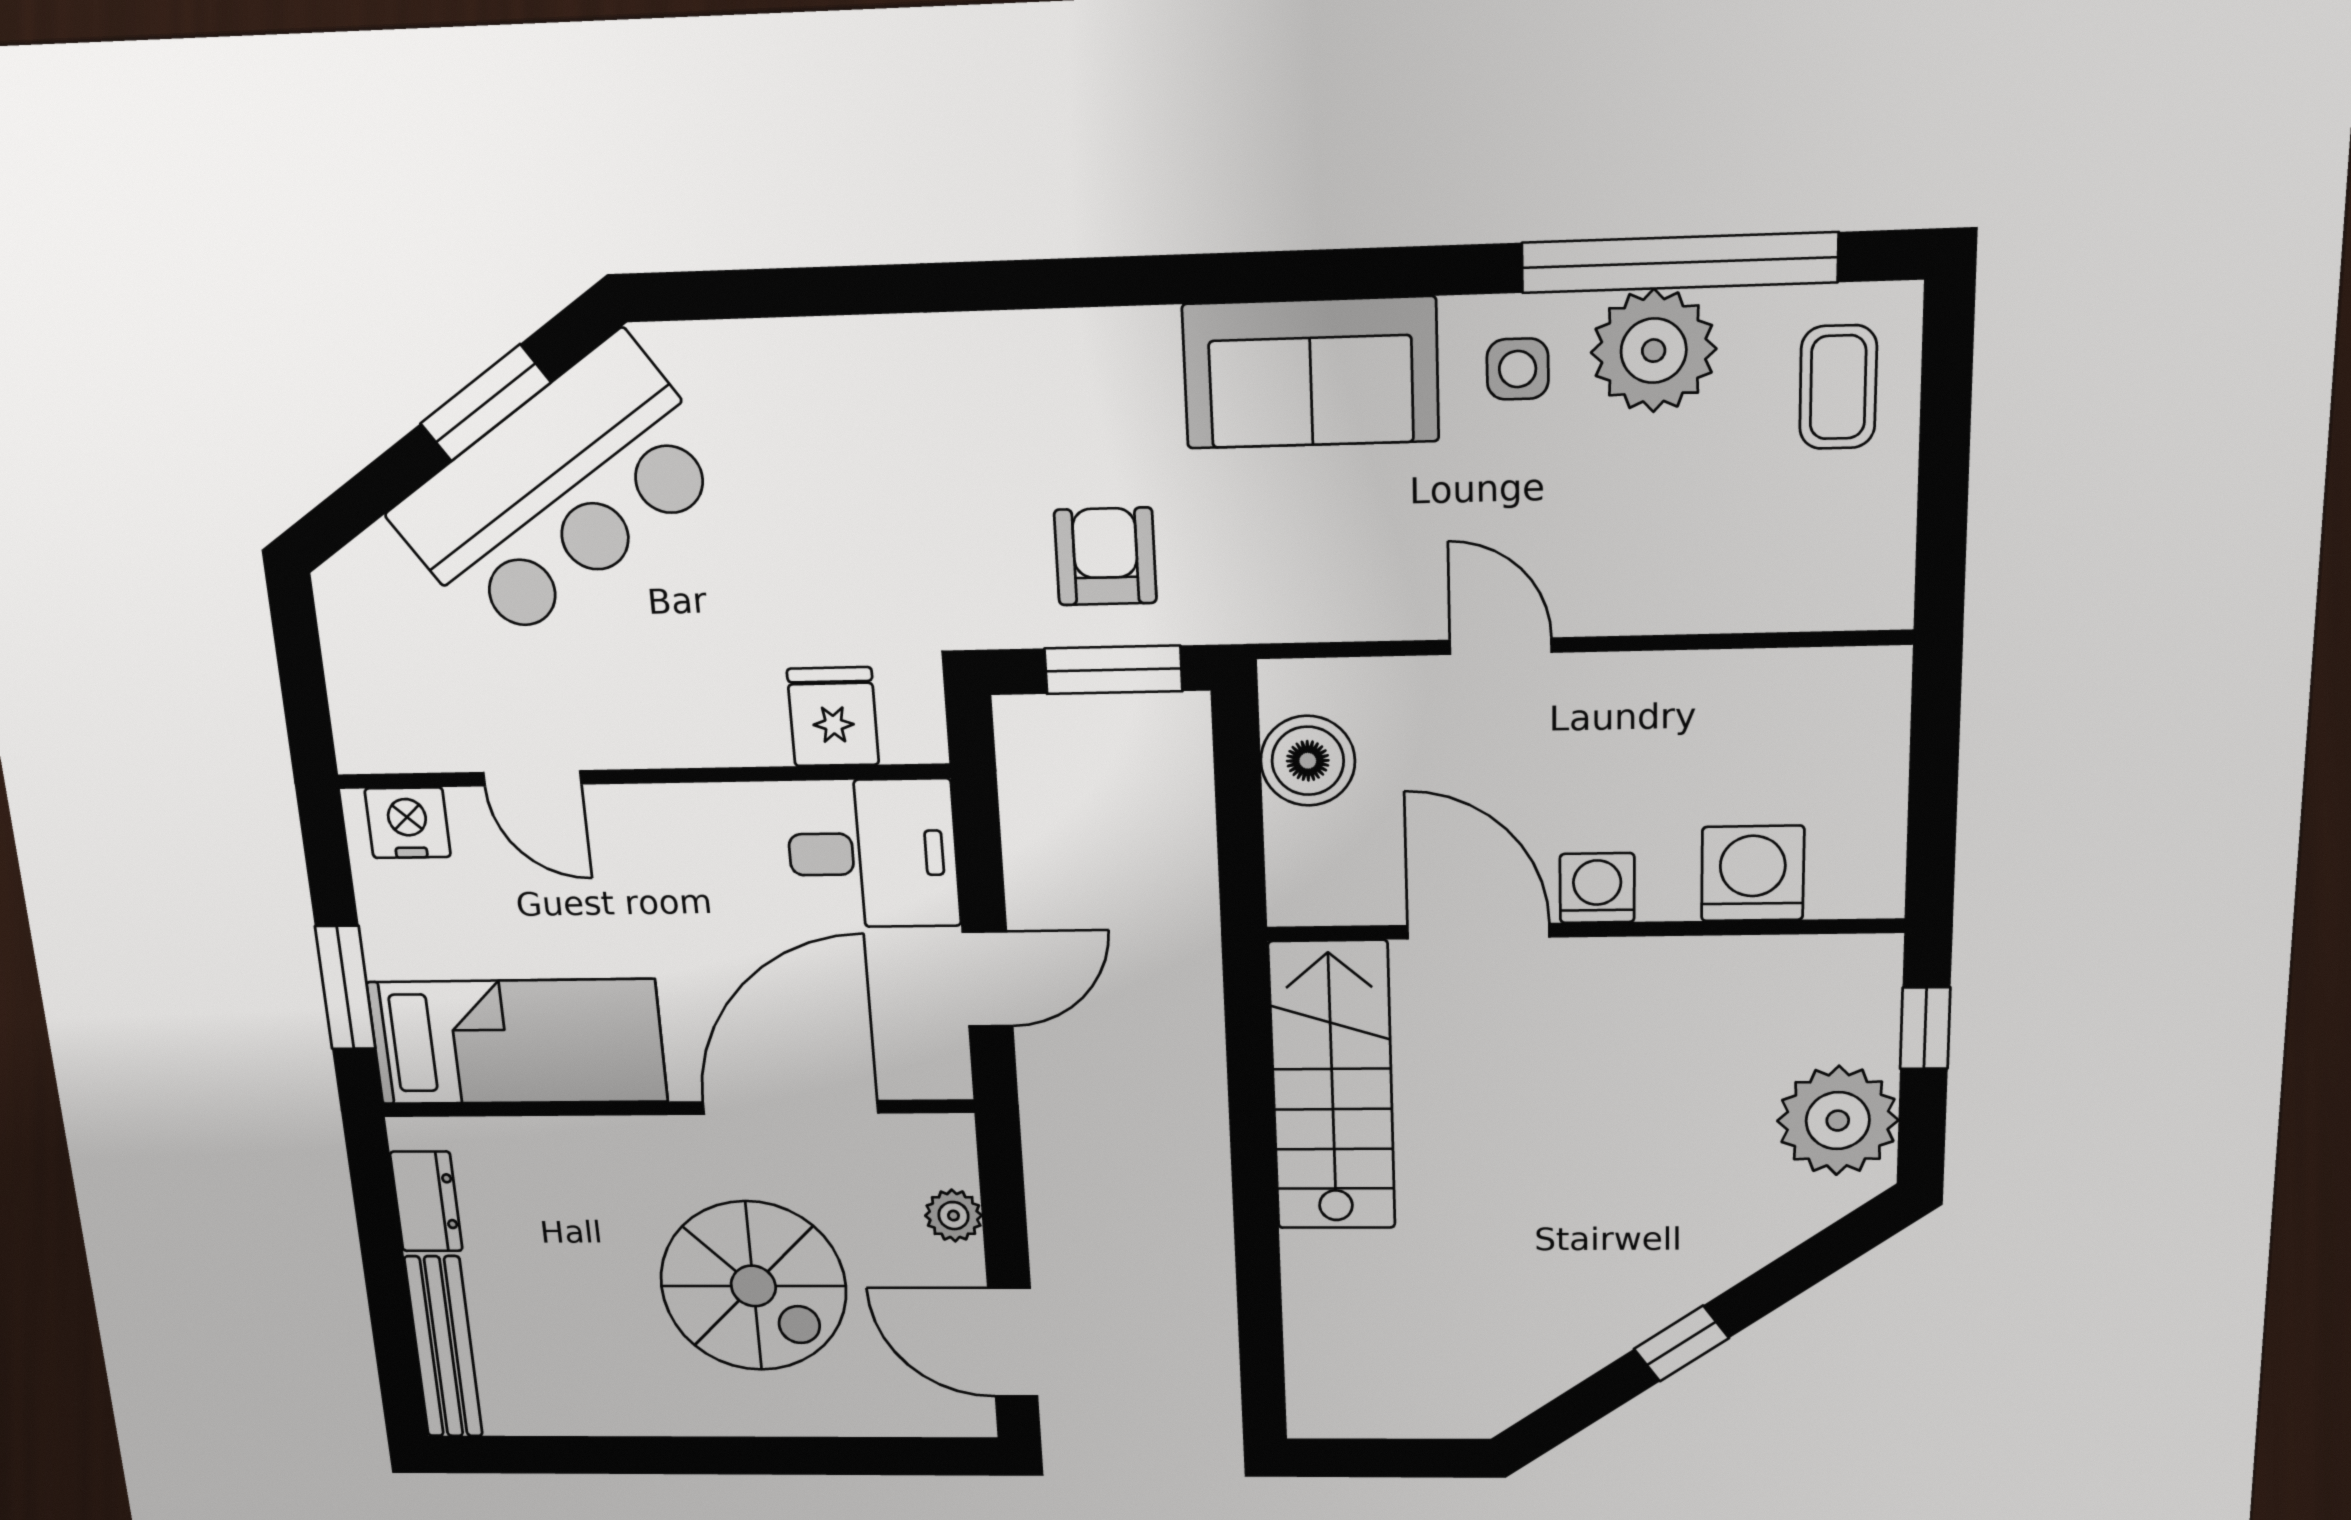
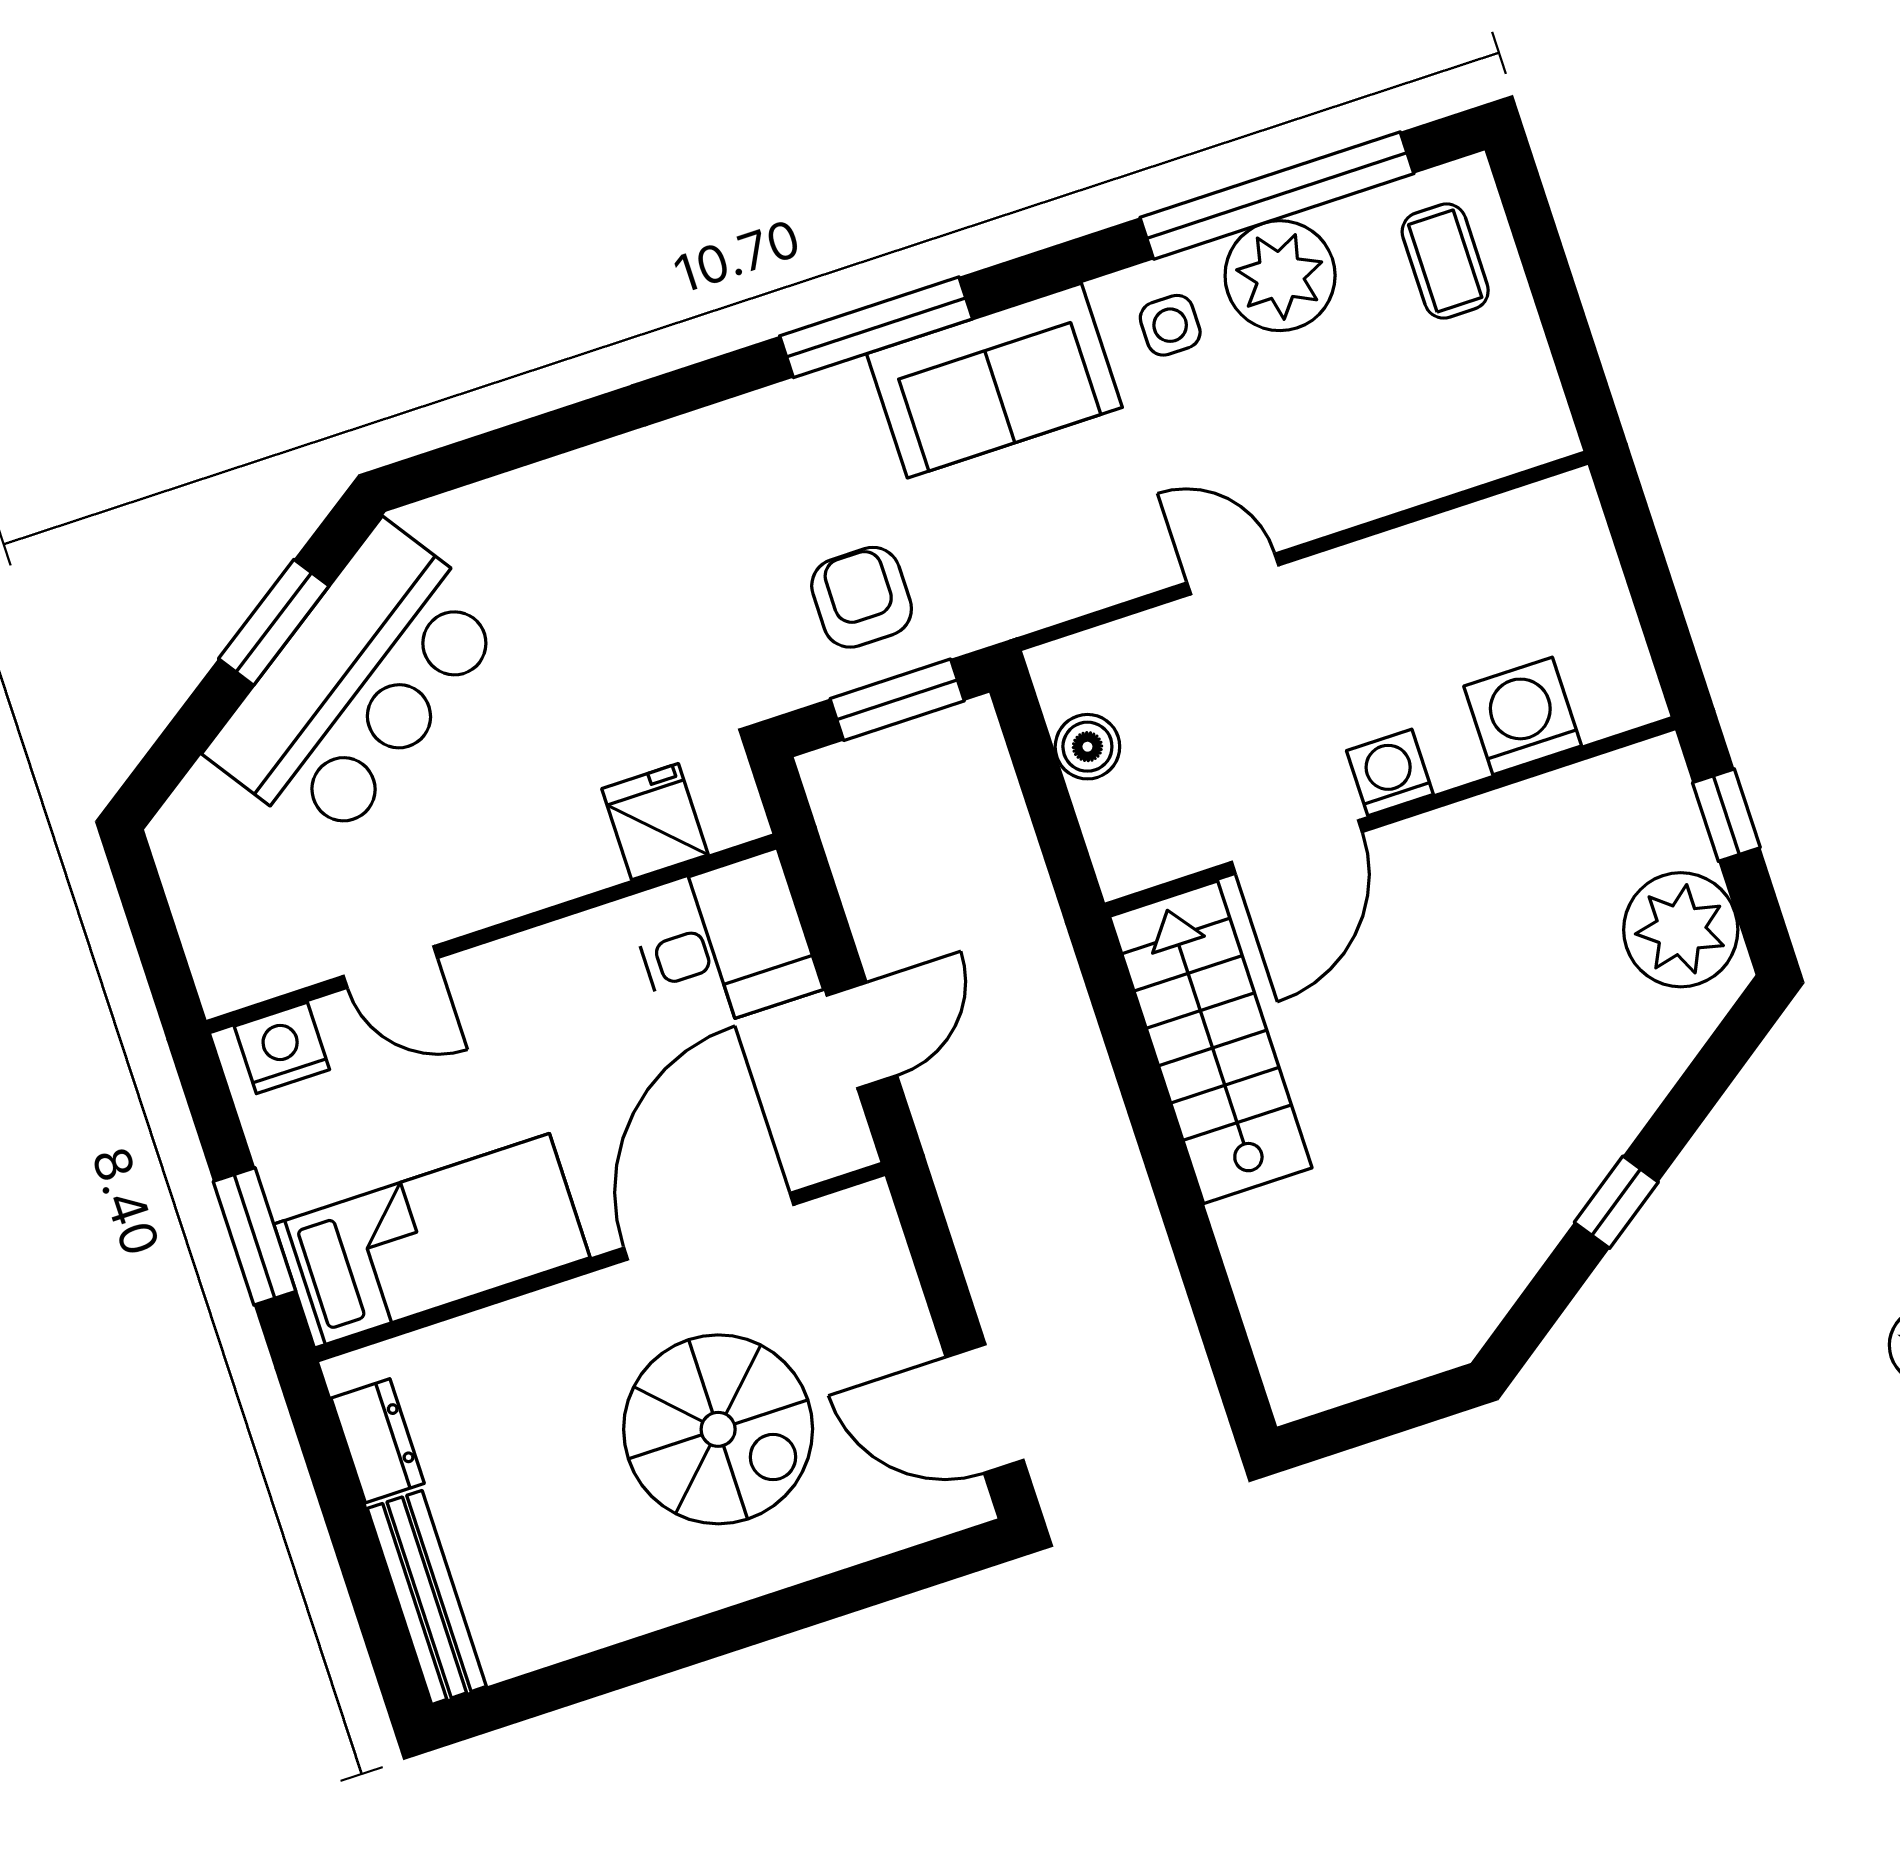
window: (1200, 279) -> (876, 327), added
boiler: (1308, 761) -> (1087, 747), width x0.73, depth x0.73
door: (1478, 931) -> (1297, 847), swing flipped
plant: (953, 1216) -> (893, 1290), removed

